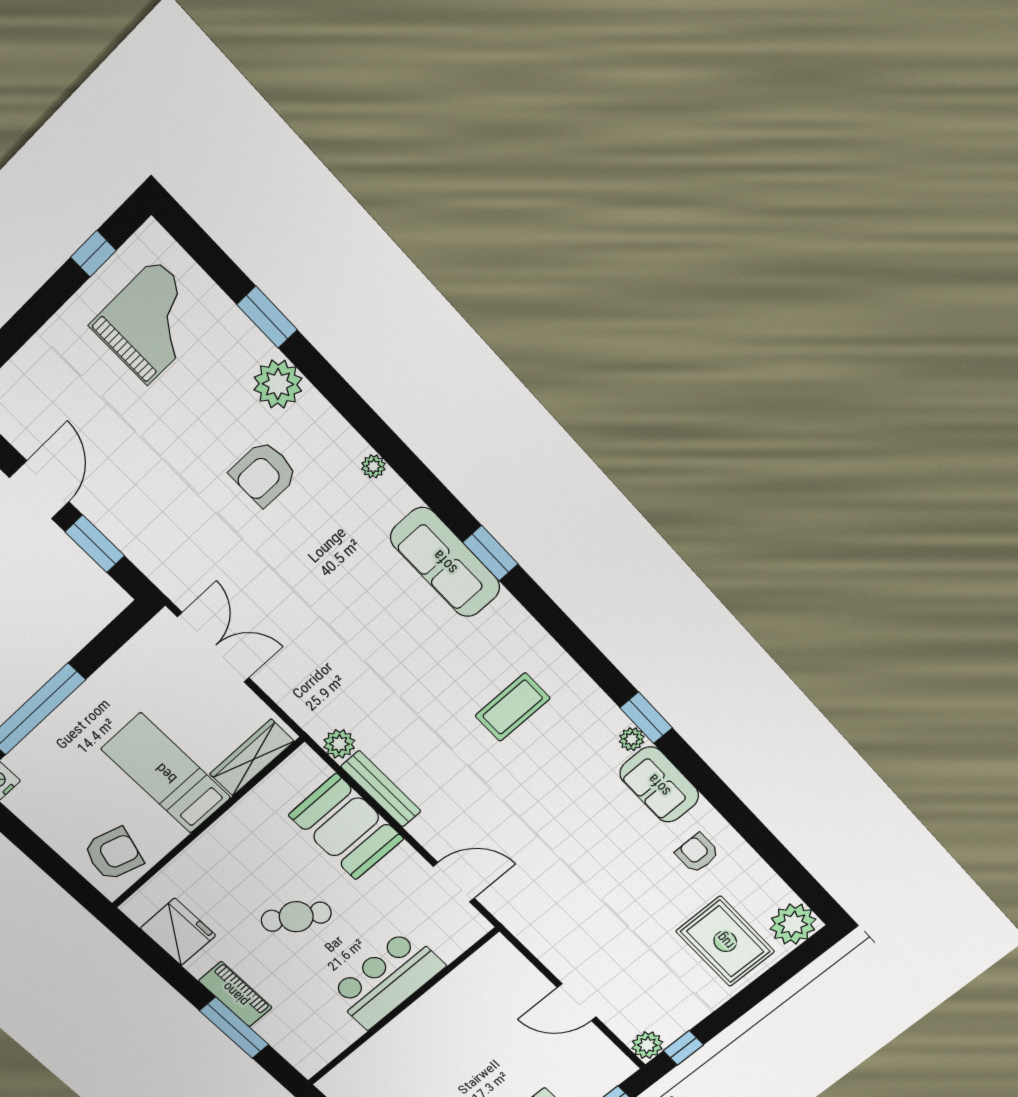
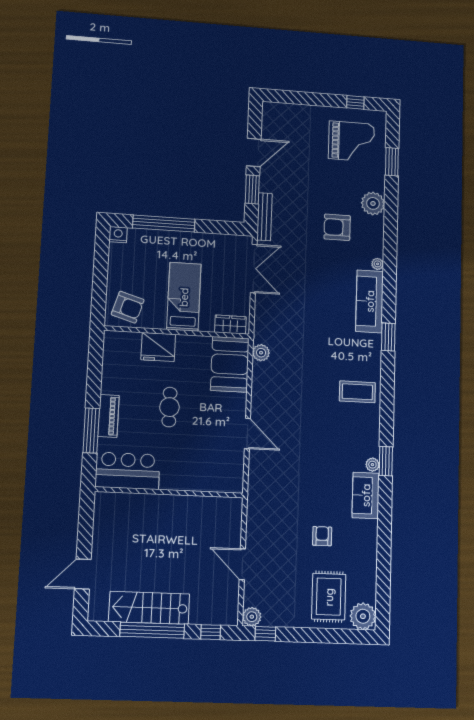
window: (267, 317) -> (392, 162), moved
sofa: (445, 562) -> (370, 301), moved
coffee table: (513, 707) -> (357, 392), moved
wardrobe: (252, 758) -> (230, 325), width x0.67
bench: (381, 789) -> (265, 217), moved
booth: (346, 827) -> (230, 364), moved
armchair: (697, 853) -> (322, 536), moved
door: (454, 882) -> (247, 433), moved
cafe table: (296, 917) -> (169, 407), turned 57
fridge: (178, 932) -> (158, 347), moved, turned 90
bar counter: (387, 980) -> (128, 471), moved

